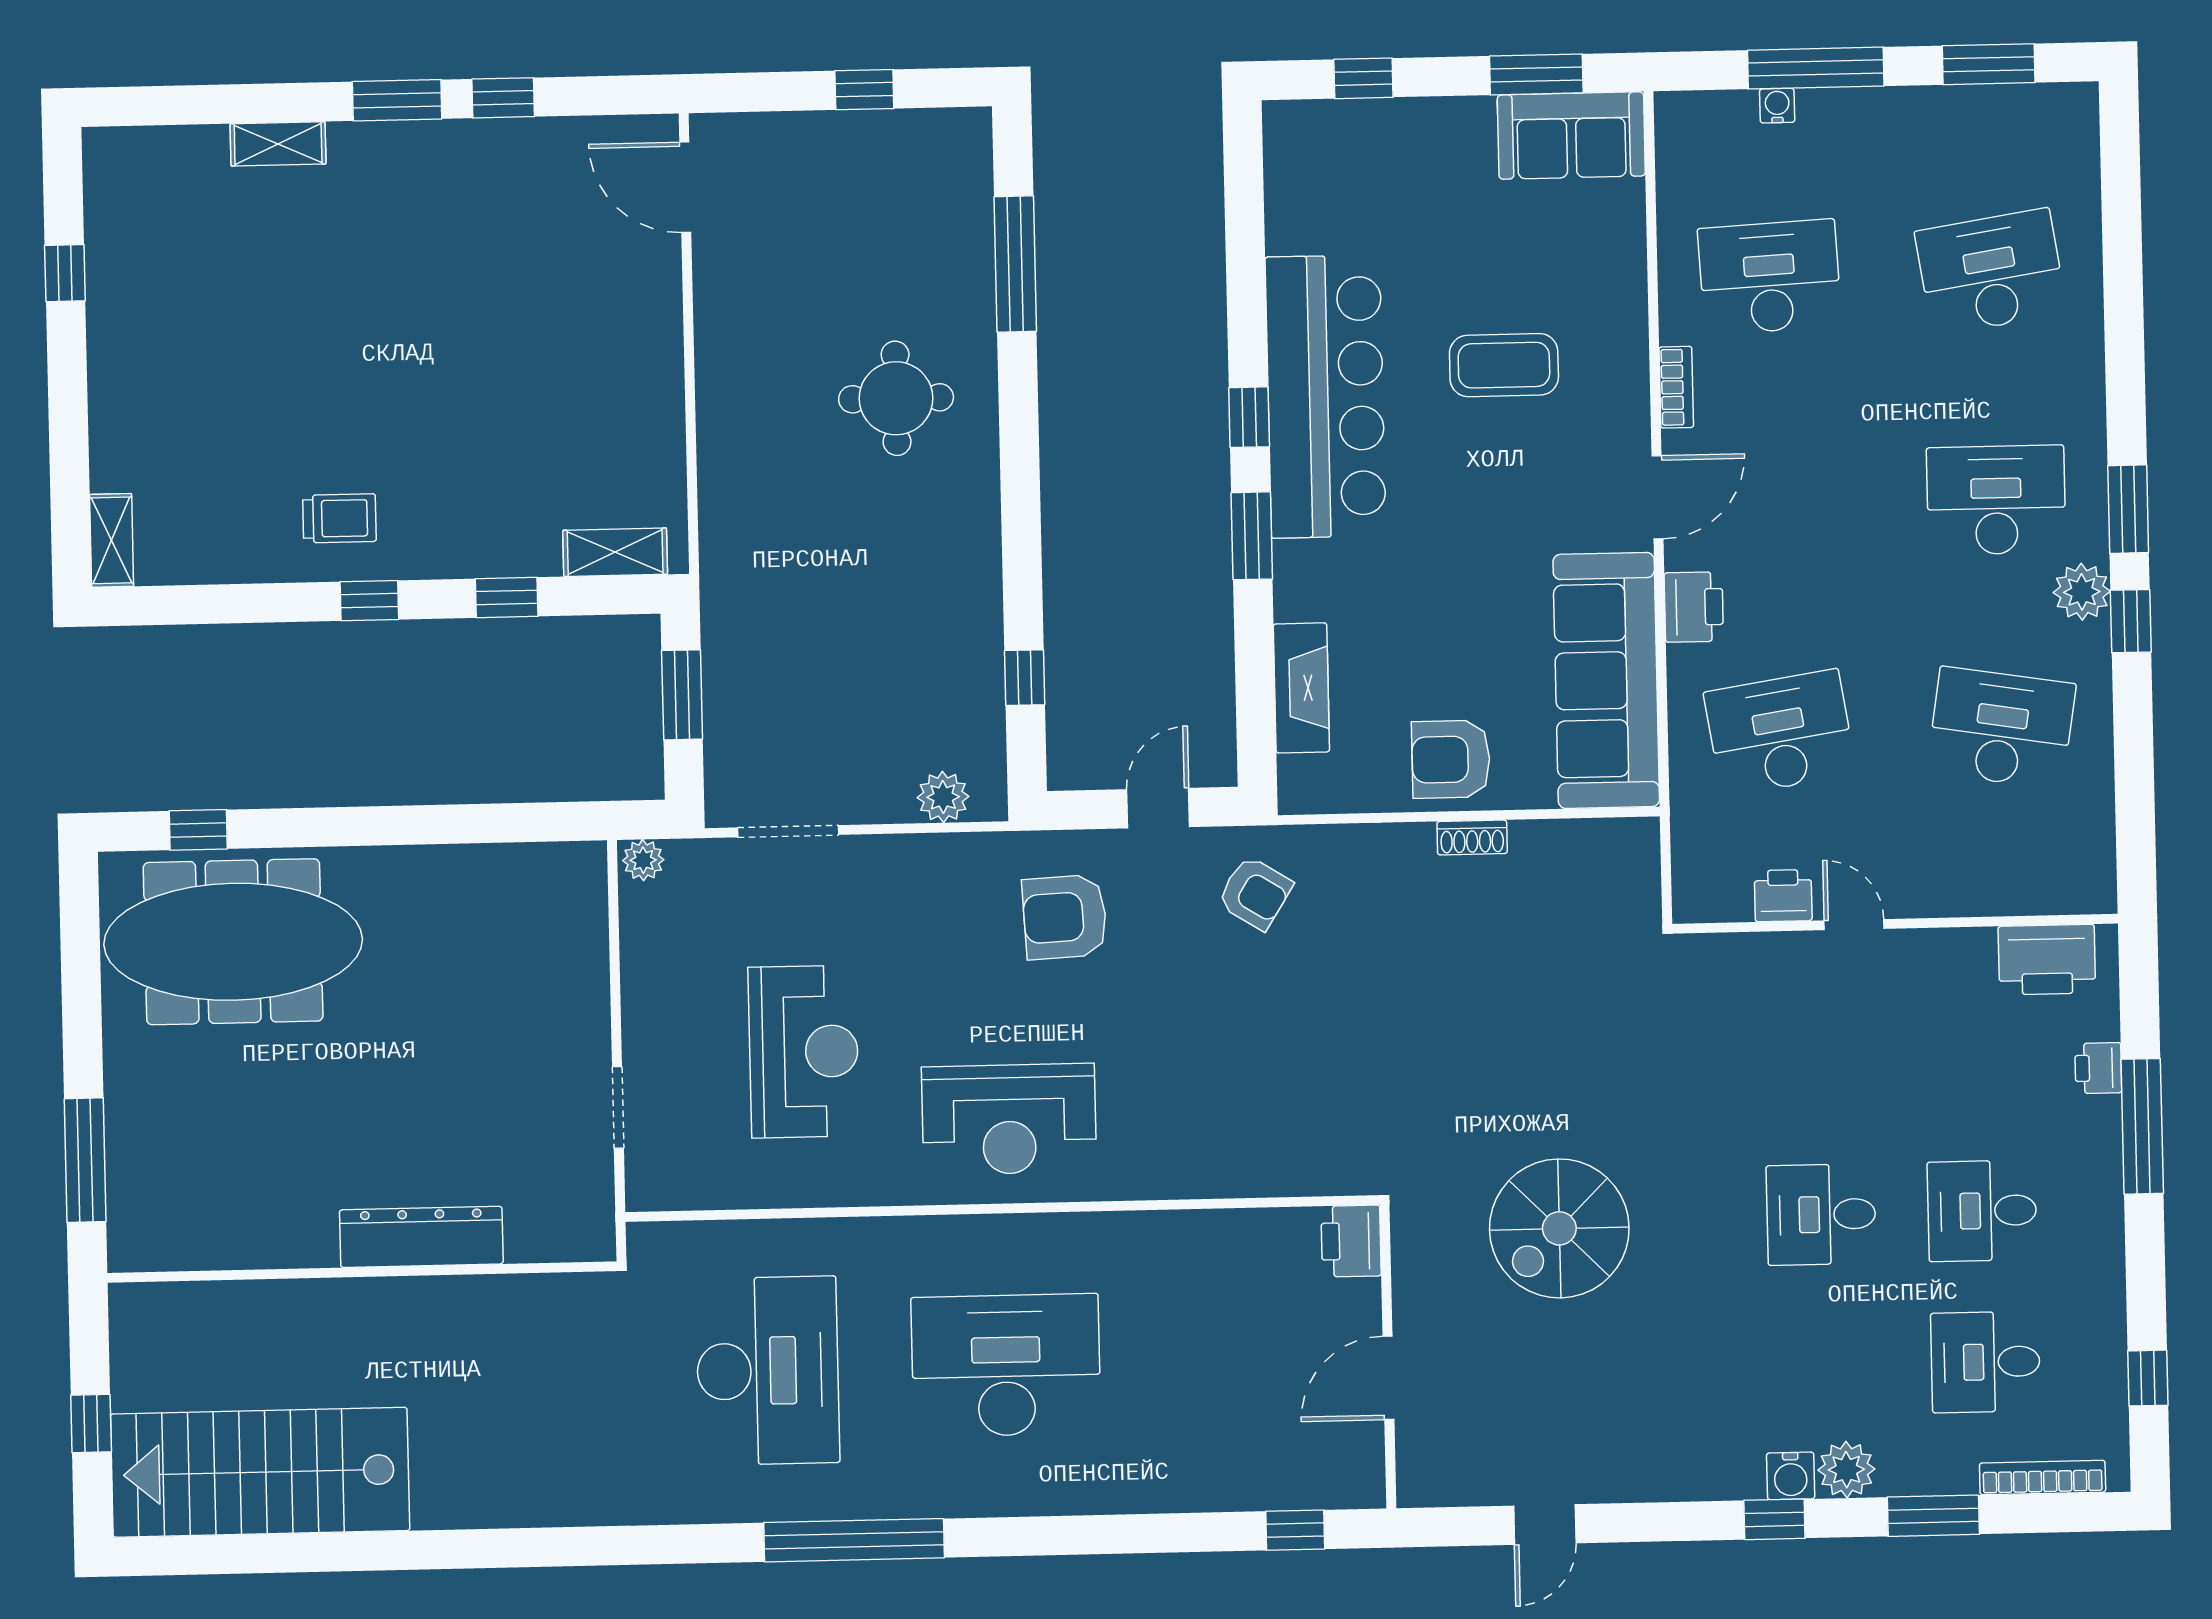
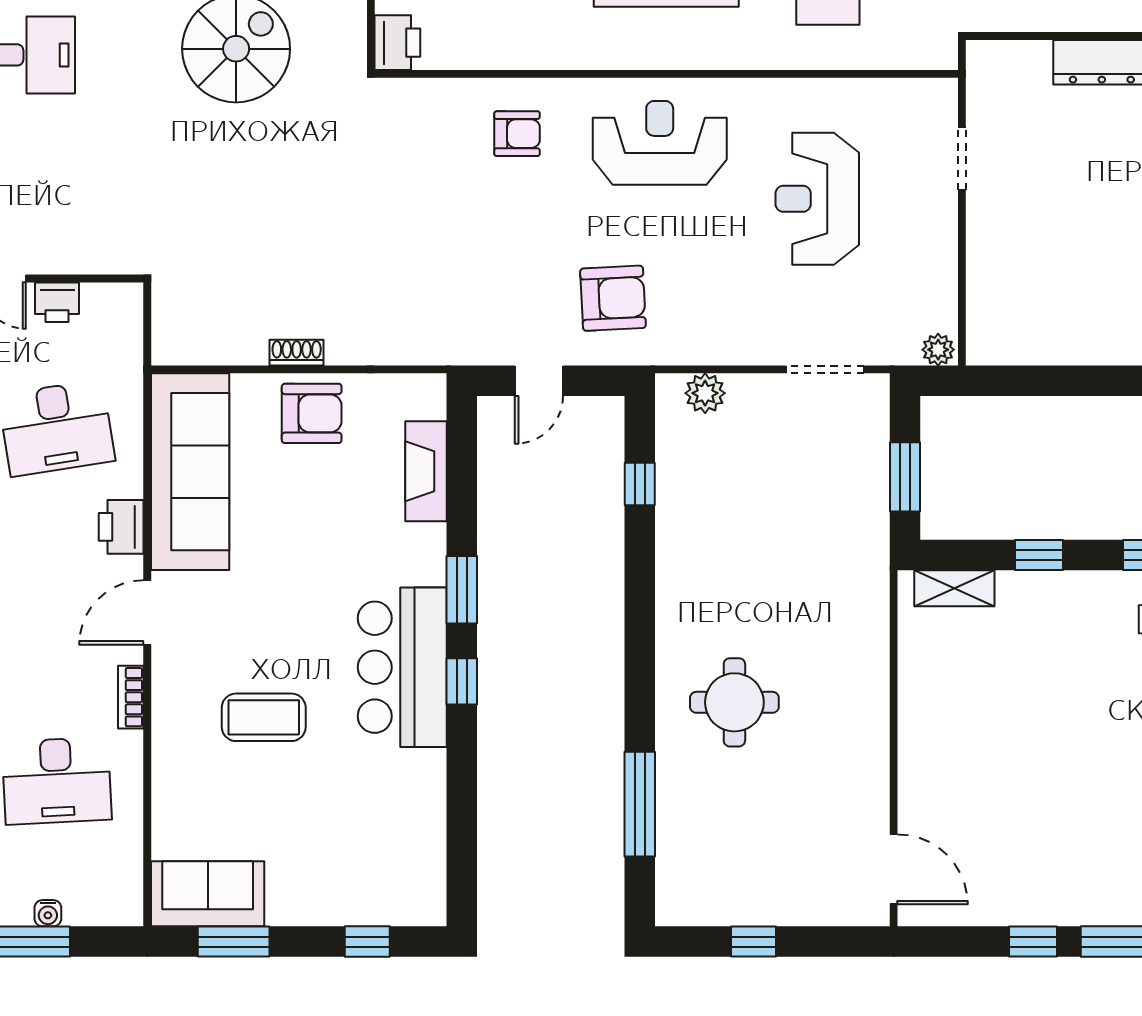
bar counter: (1326, 396) -> (402, 667), width x0.73
armchair: (1255, 893) -> (517, 134), moved, turned 148

